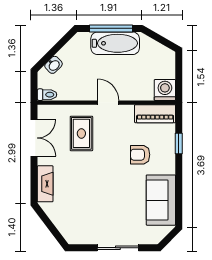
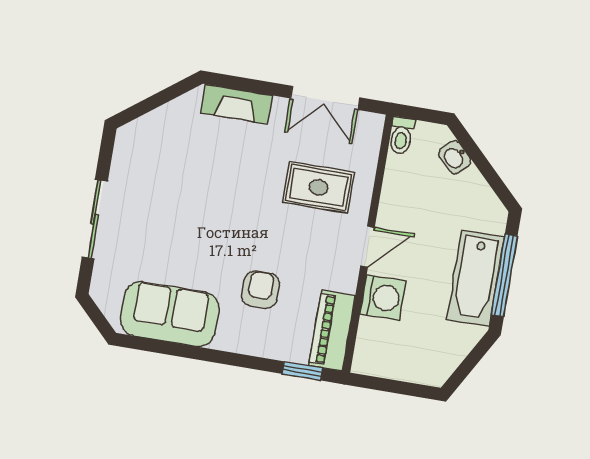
washing machine: (165, 90) -> (383, 297), moved
window: (179, 144) -> (302, 371), moved

